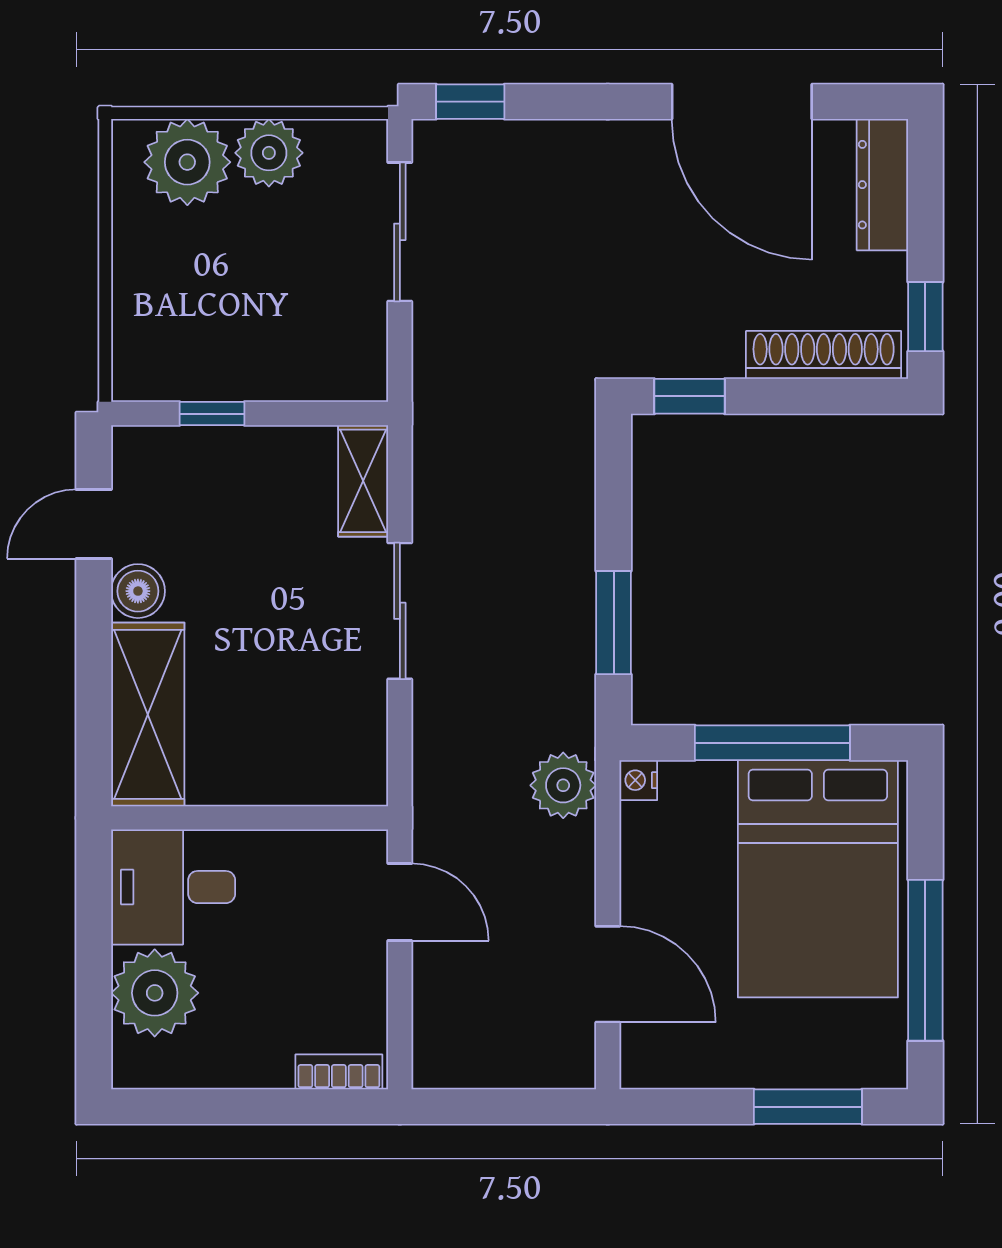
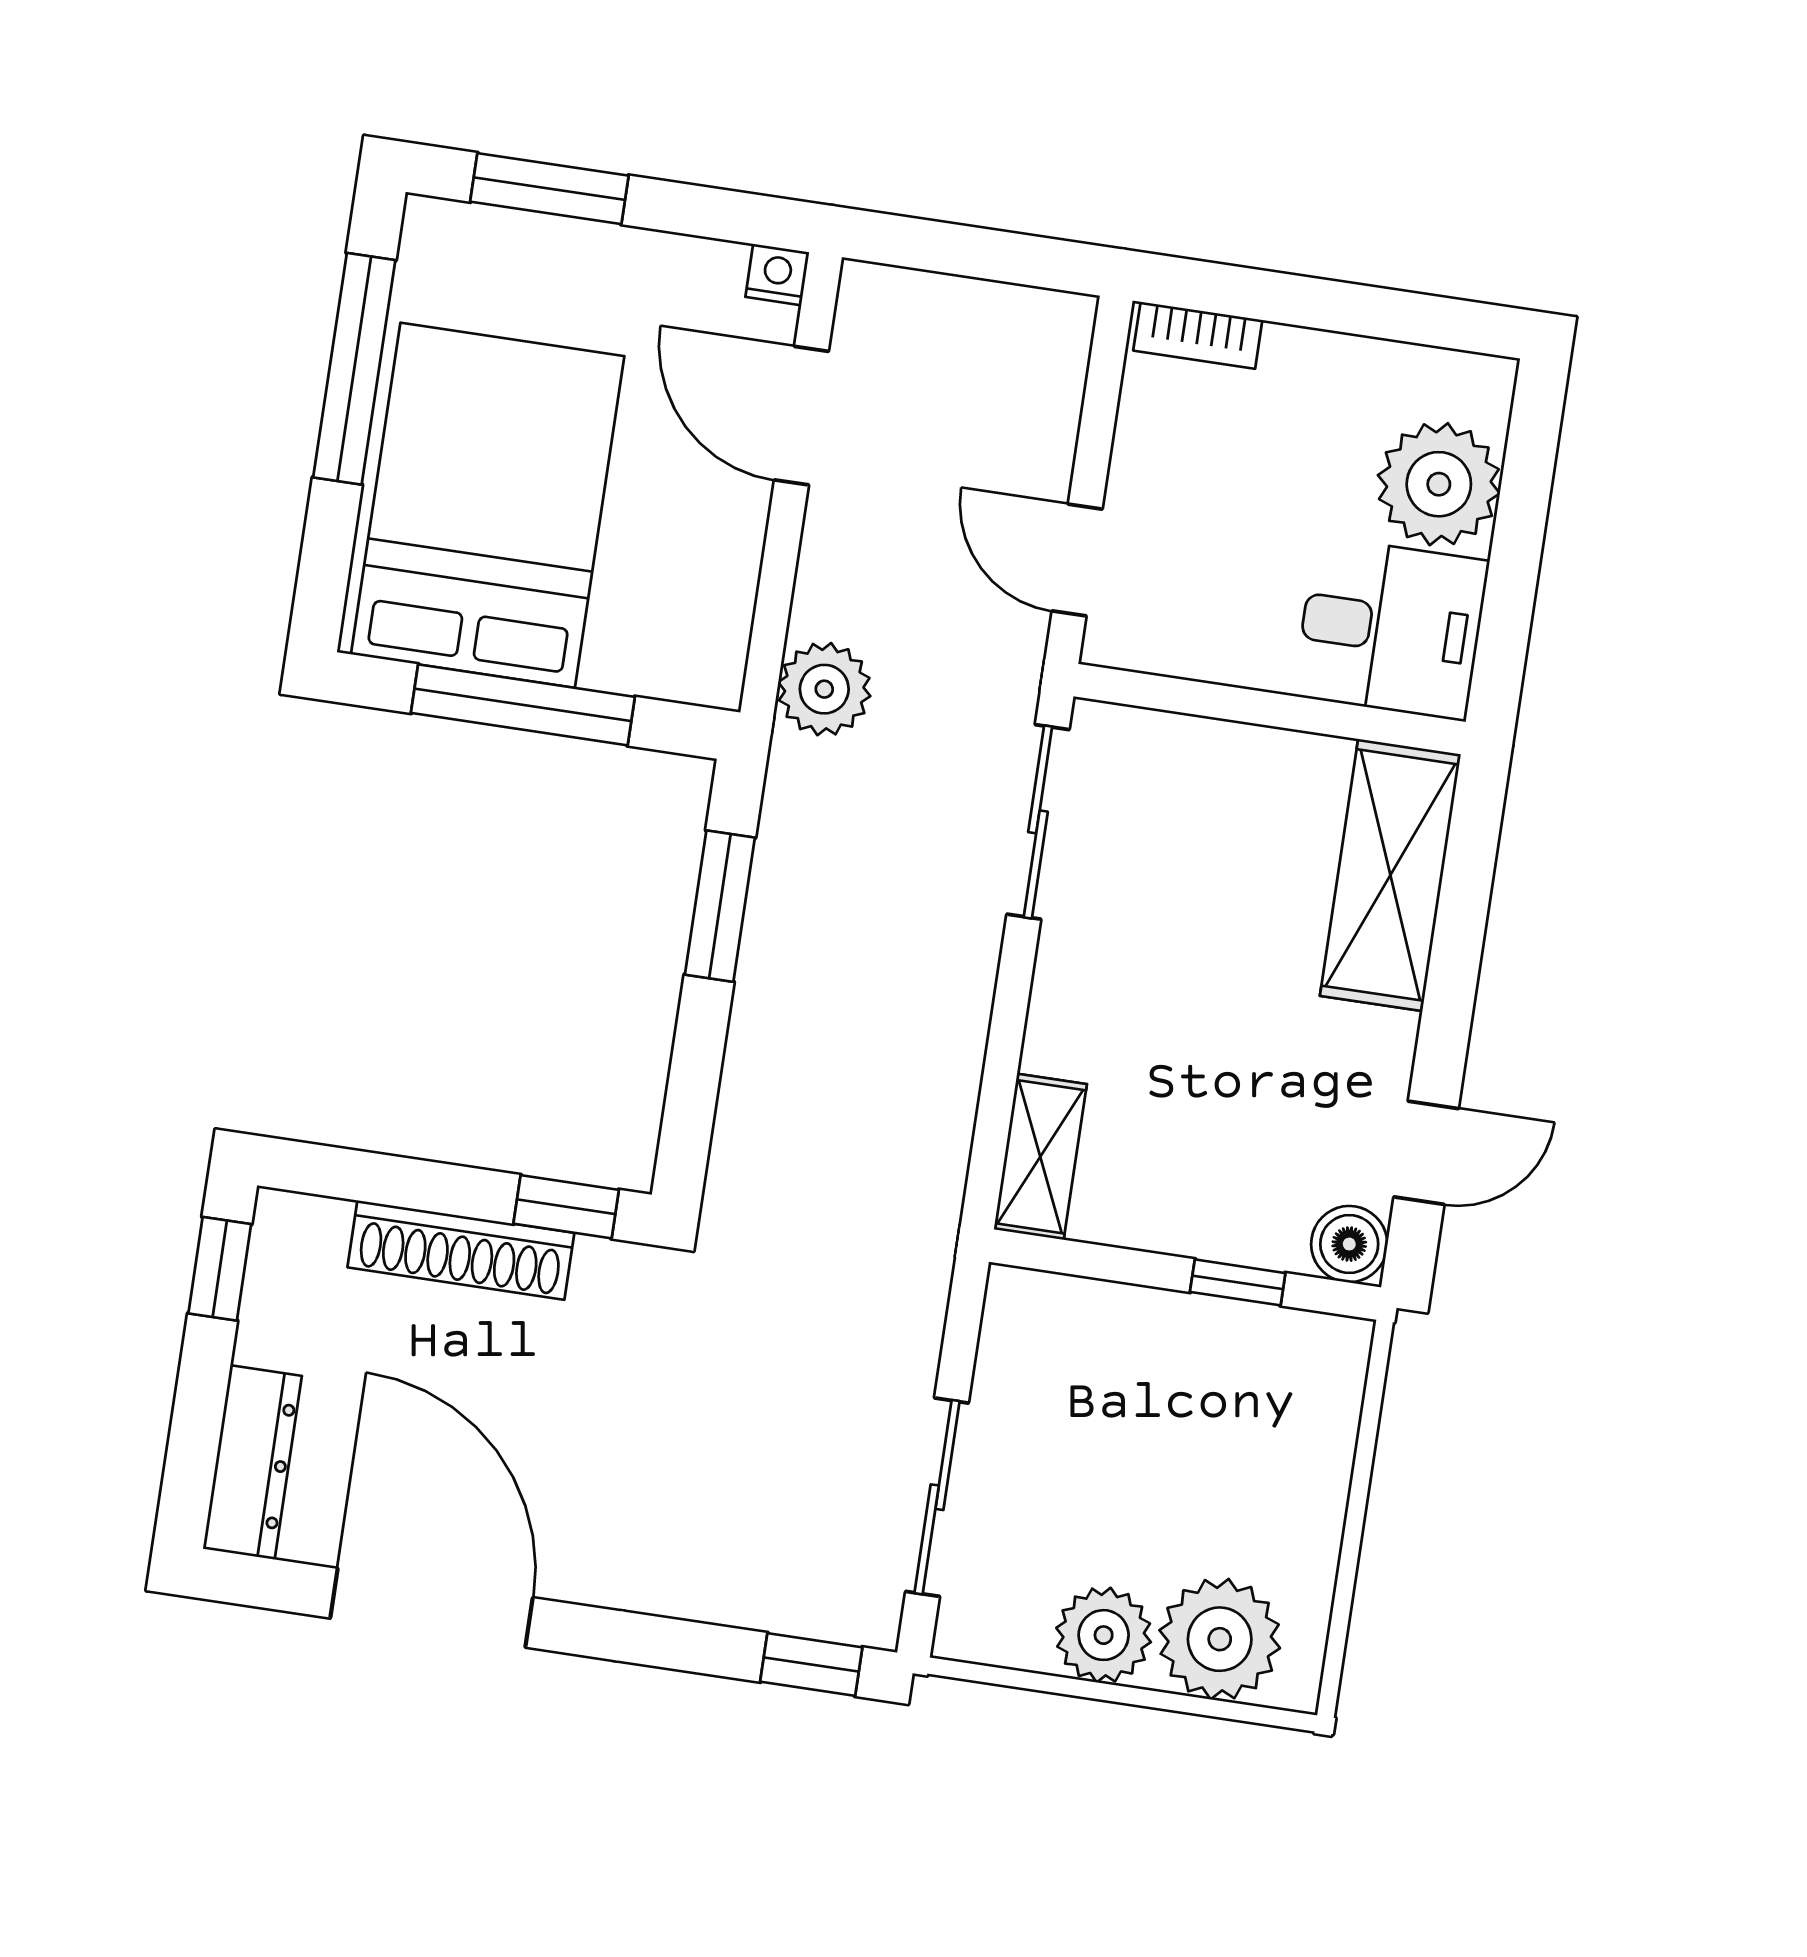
shoe rack: (824, 355) -> (461, 1250), moved
boiler: (138, 591) -> (1349, 1244), moved
sliding door: (400, 611) -> (1038, 822), moved
nightstand: (638, 780) -> (777, 275), moved, turned -90

